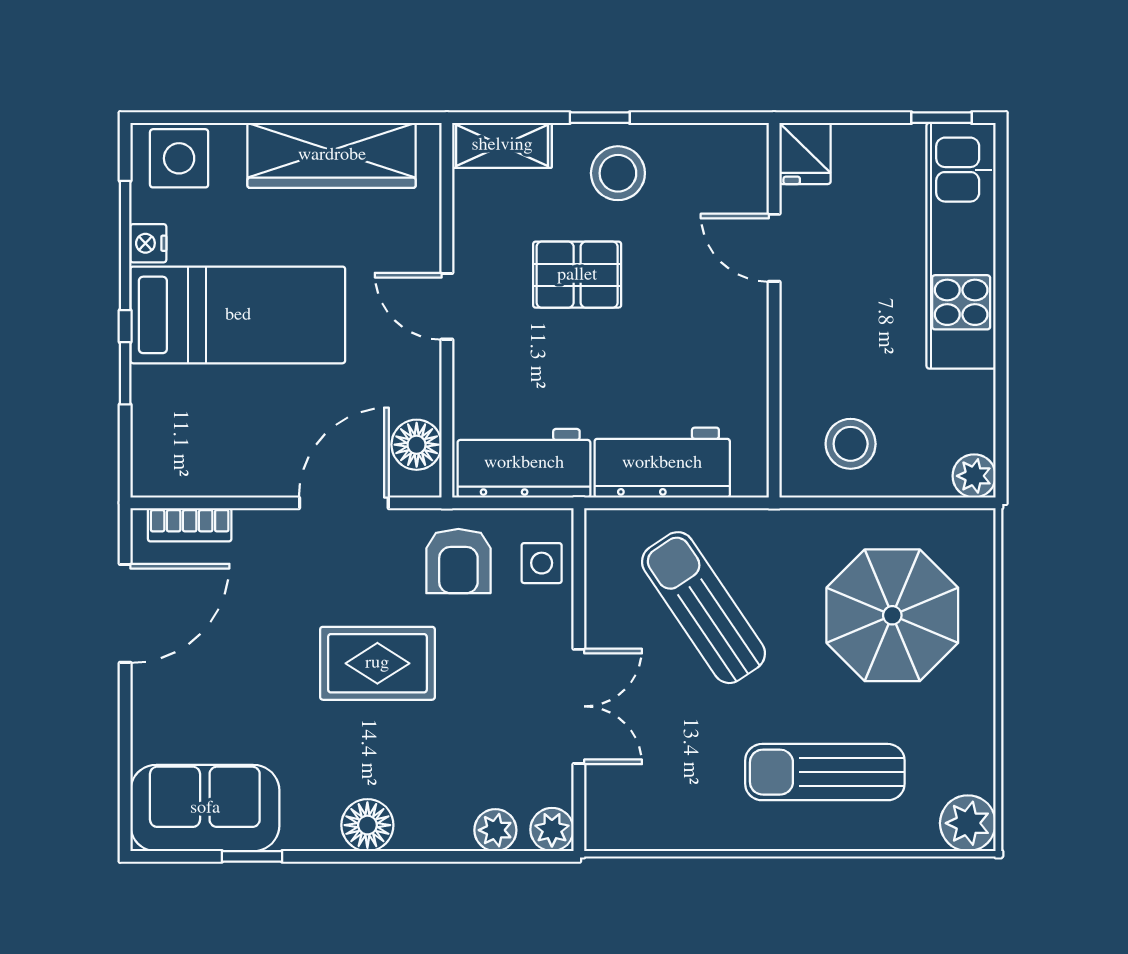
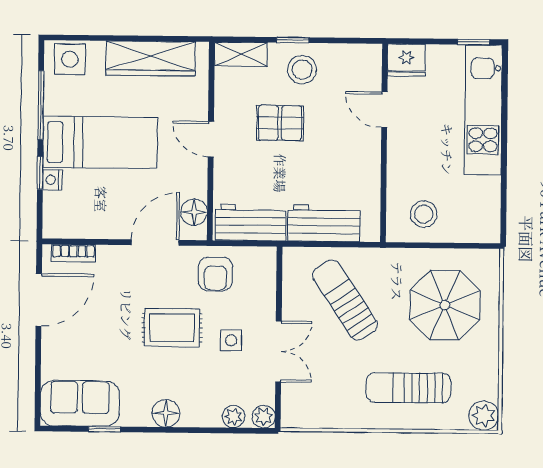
fridge: (805, 153) -> (406, 60), width x1.38
nightstand: (148, 243) -> (52, 180), moved
plant: (974, 476) -> (489, 232), removed
side table: (542, 563) -> (231, 340), moved

